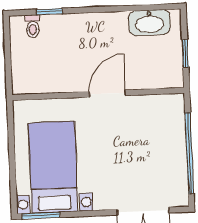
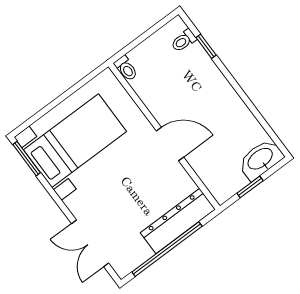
washbasin: (149, 23) -> (261, 159), moved, turned 90
toilet: (23, 87) -> (126, 68), added
dresser: (173, 129) -> (178, 221), added

